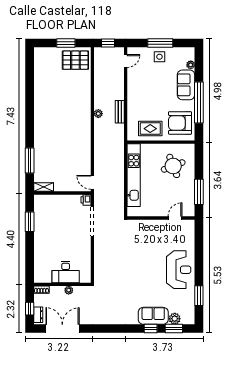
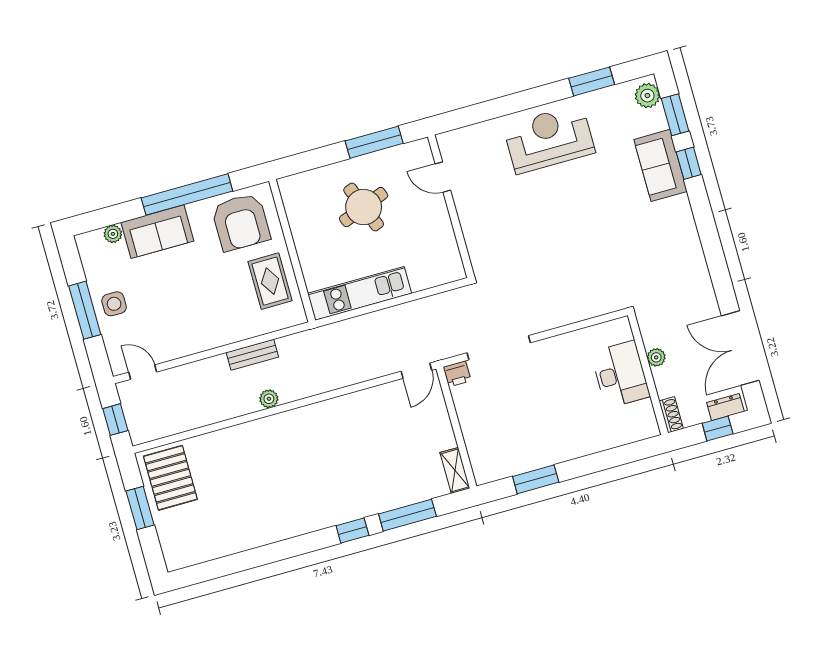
window: (30, 134) -> (352, 530), added
round table: (173, 166) -> (364, 207), moved
kitchen unit: (134, 175) -> (360, 293), width x0.73
plant: (175, 319) -> (647, 96), moved

